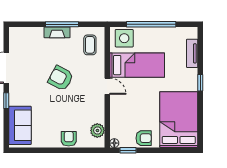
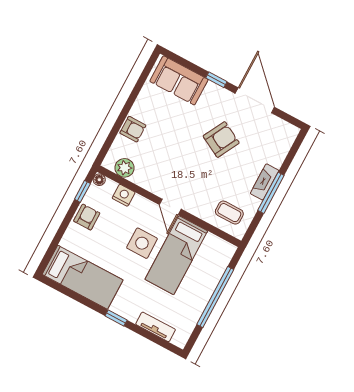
side table: (124, 38) -> (142, 243), moved
armchair: (61, 78) -> (221, 139), moved
door: (107, 86) -> (170, 207), hinge flipped
bed: (179, 120) -> (83, 277), width x0.67
nightstand: (116, 121) -> (124, 195), added
armchair: (144, 138) -> (87, 217), turned 180

